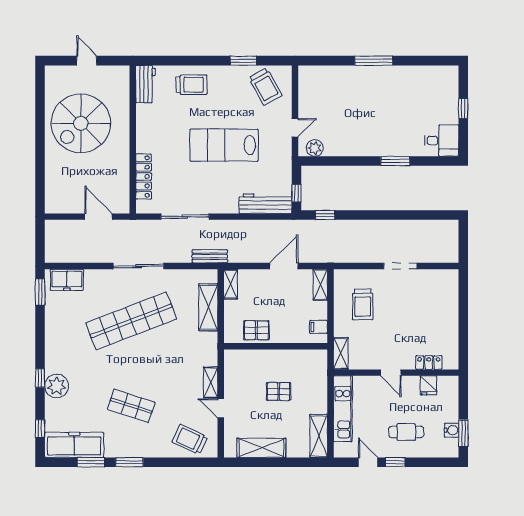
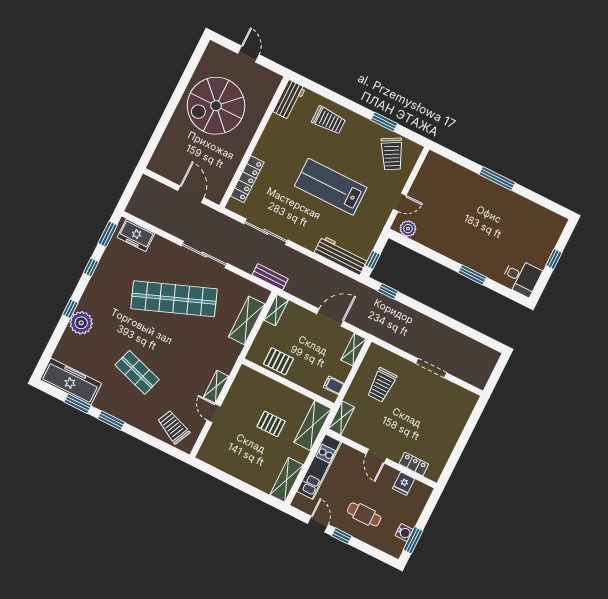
window: (40, 428) -> (91, 267), moved
shelving: (261, 448) -> (313, 425), moved, turned 90

